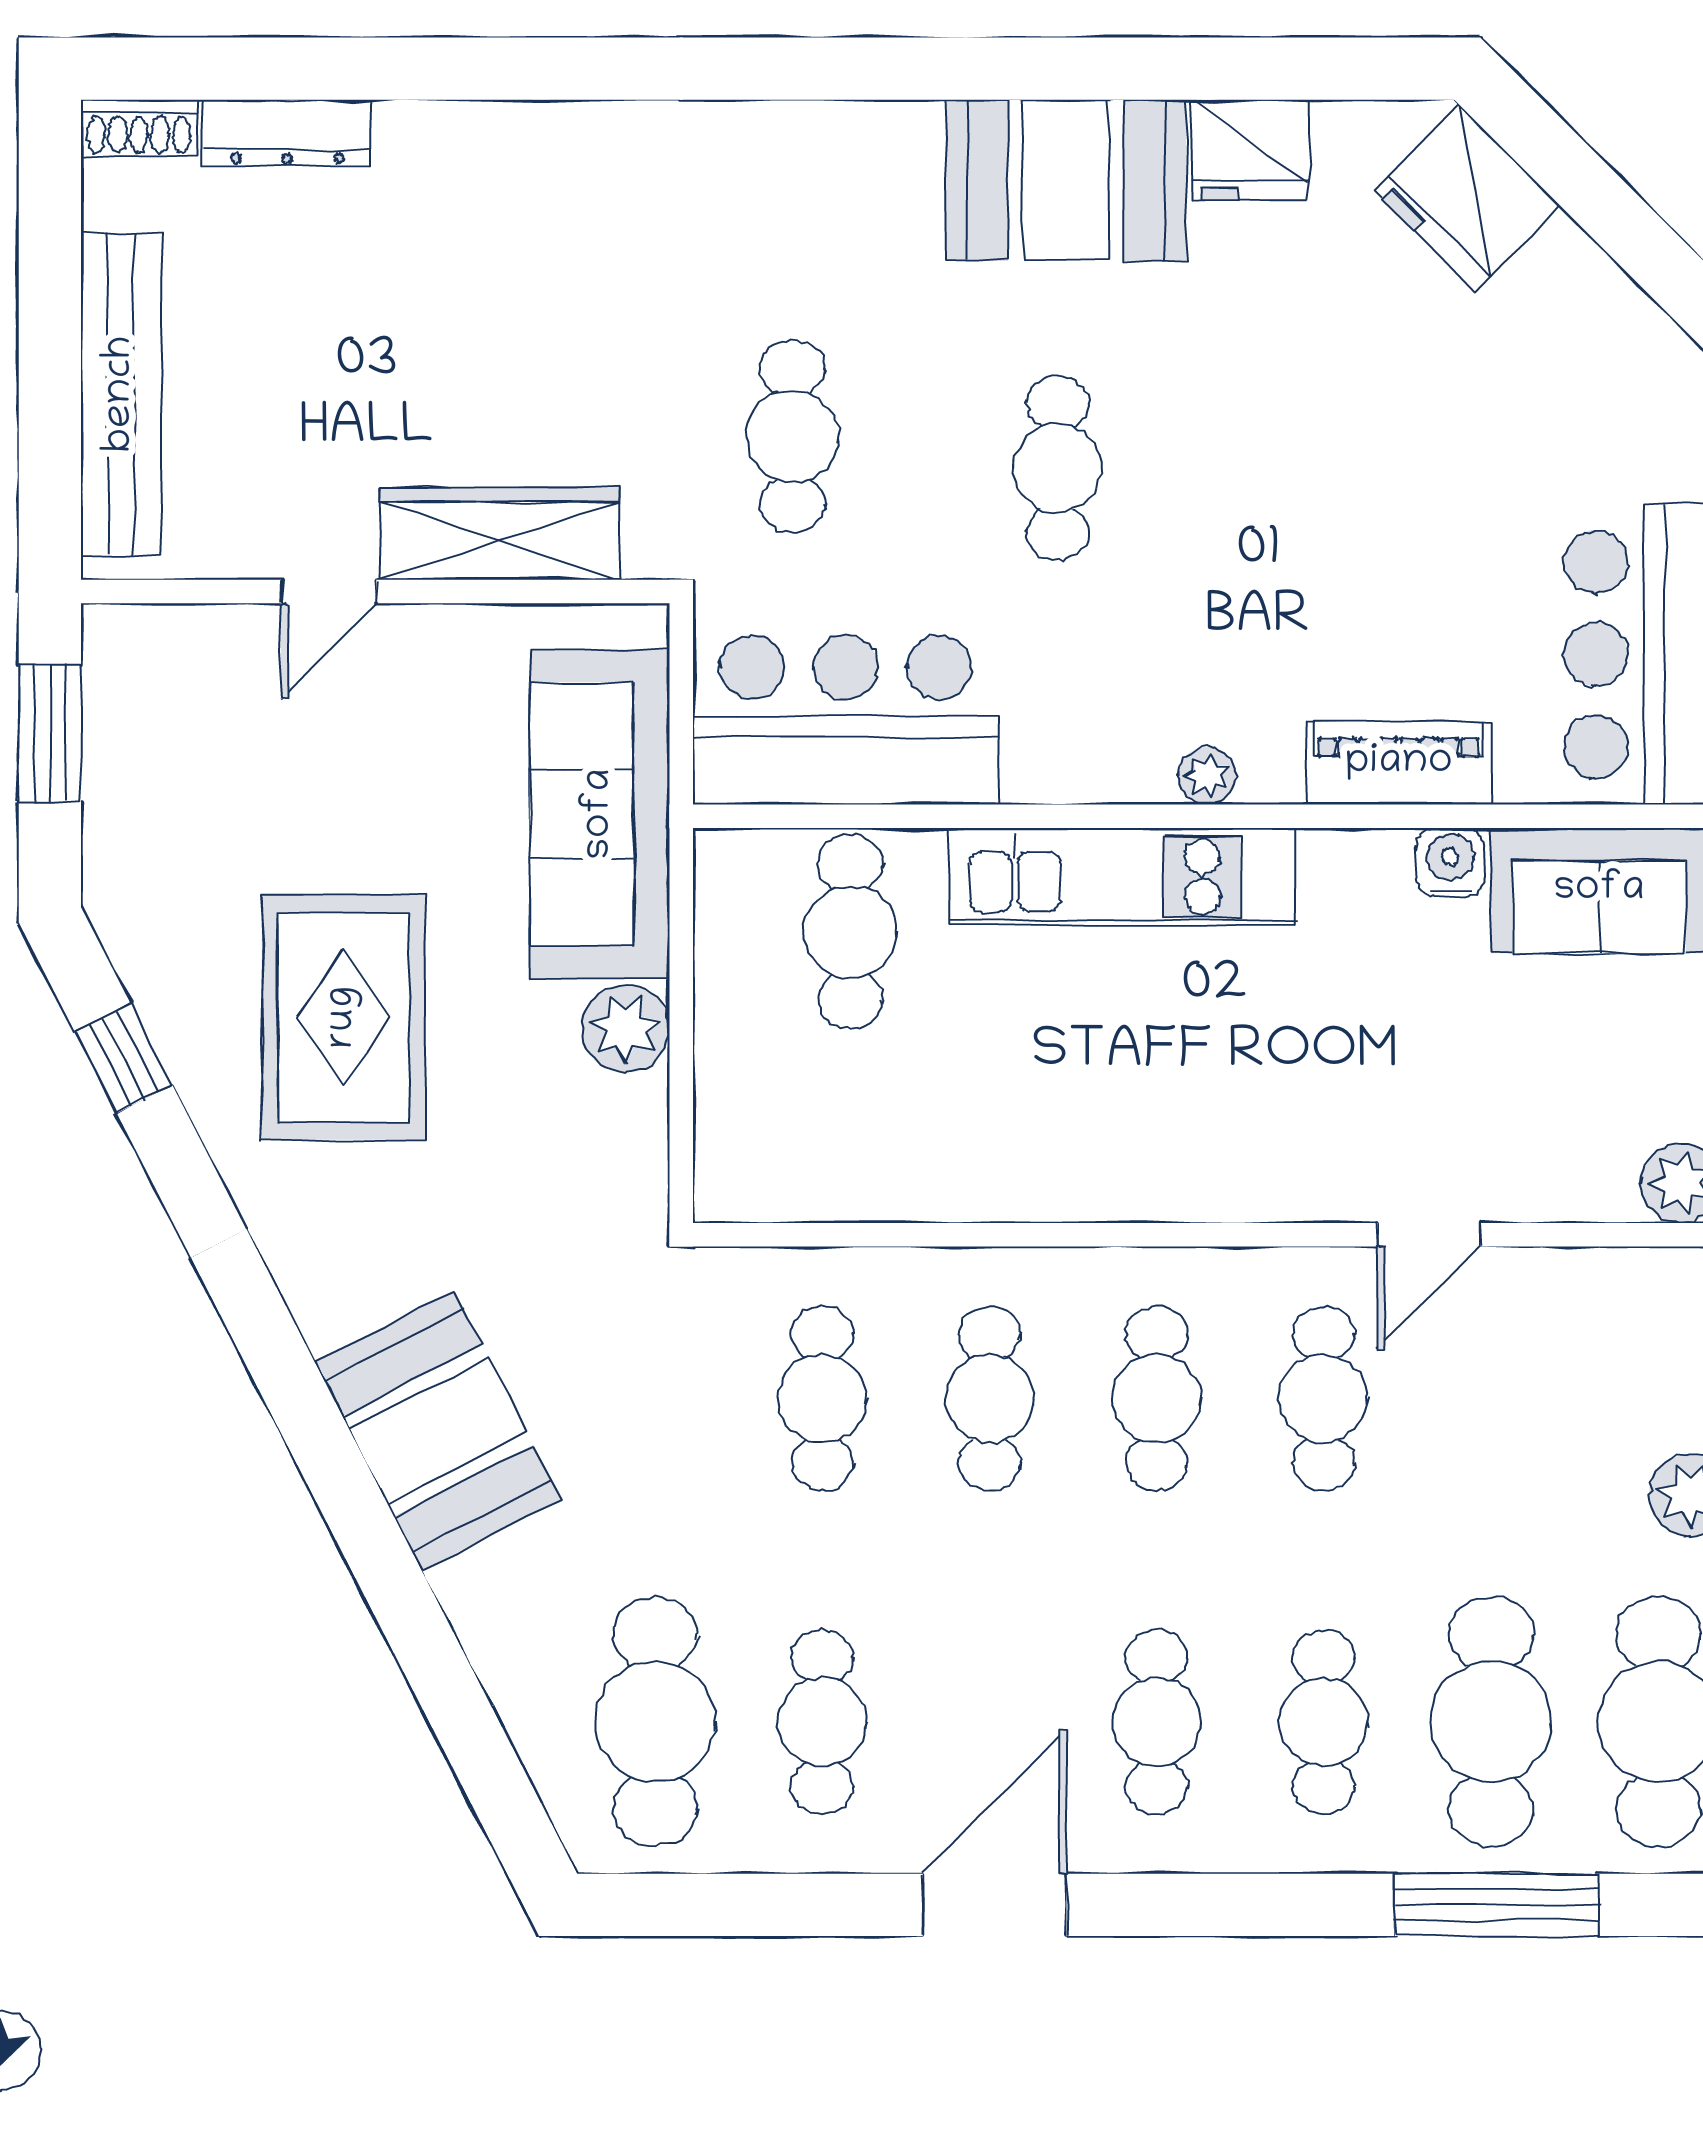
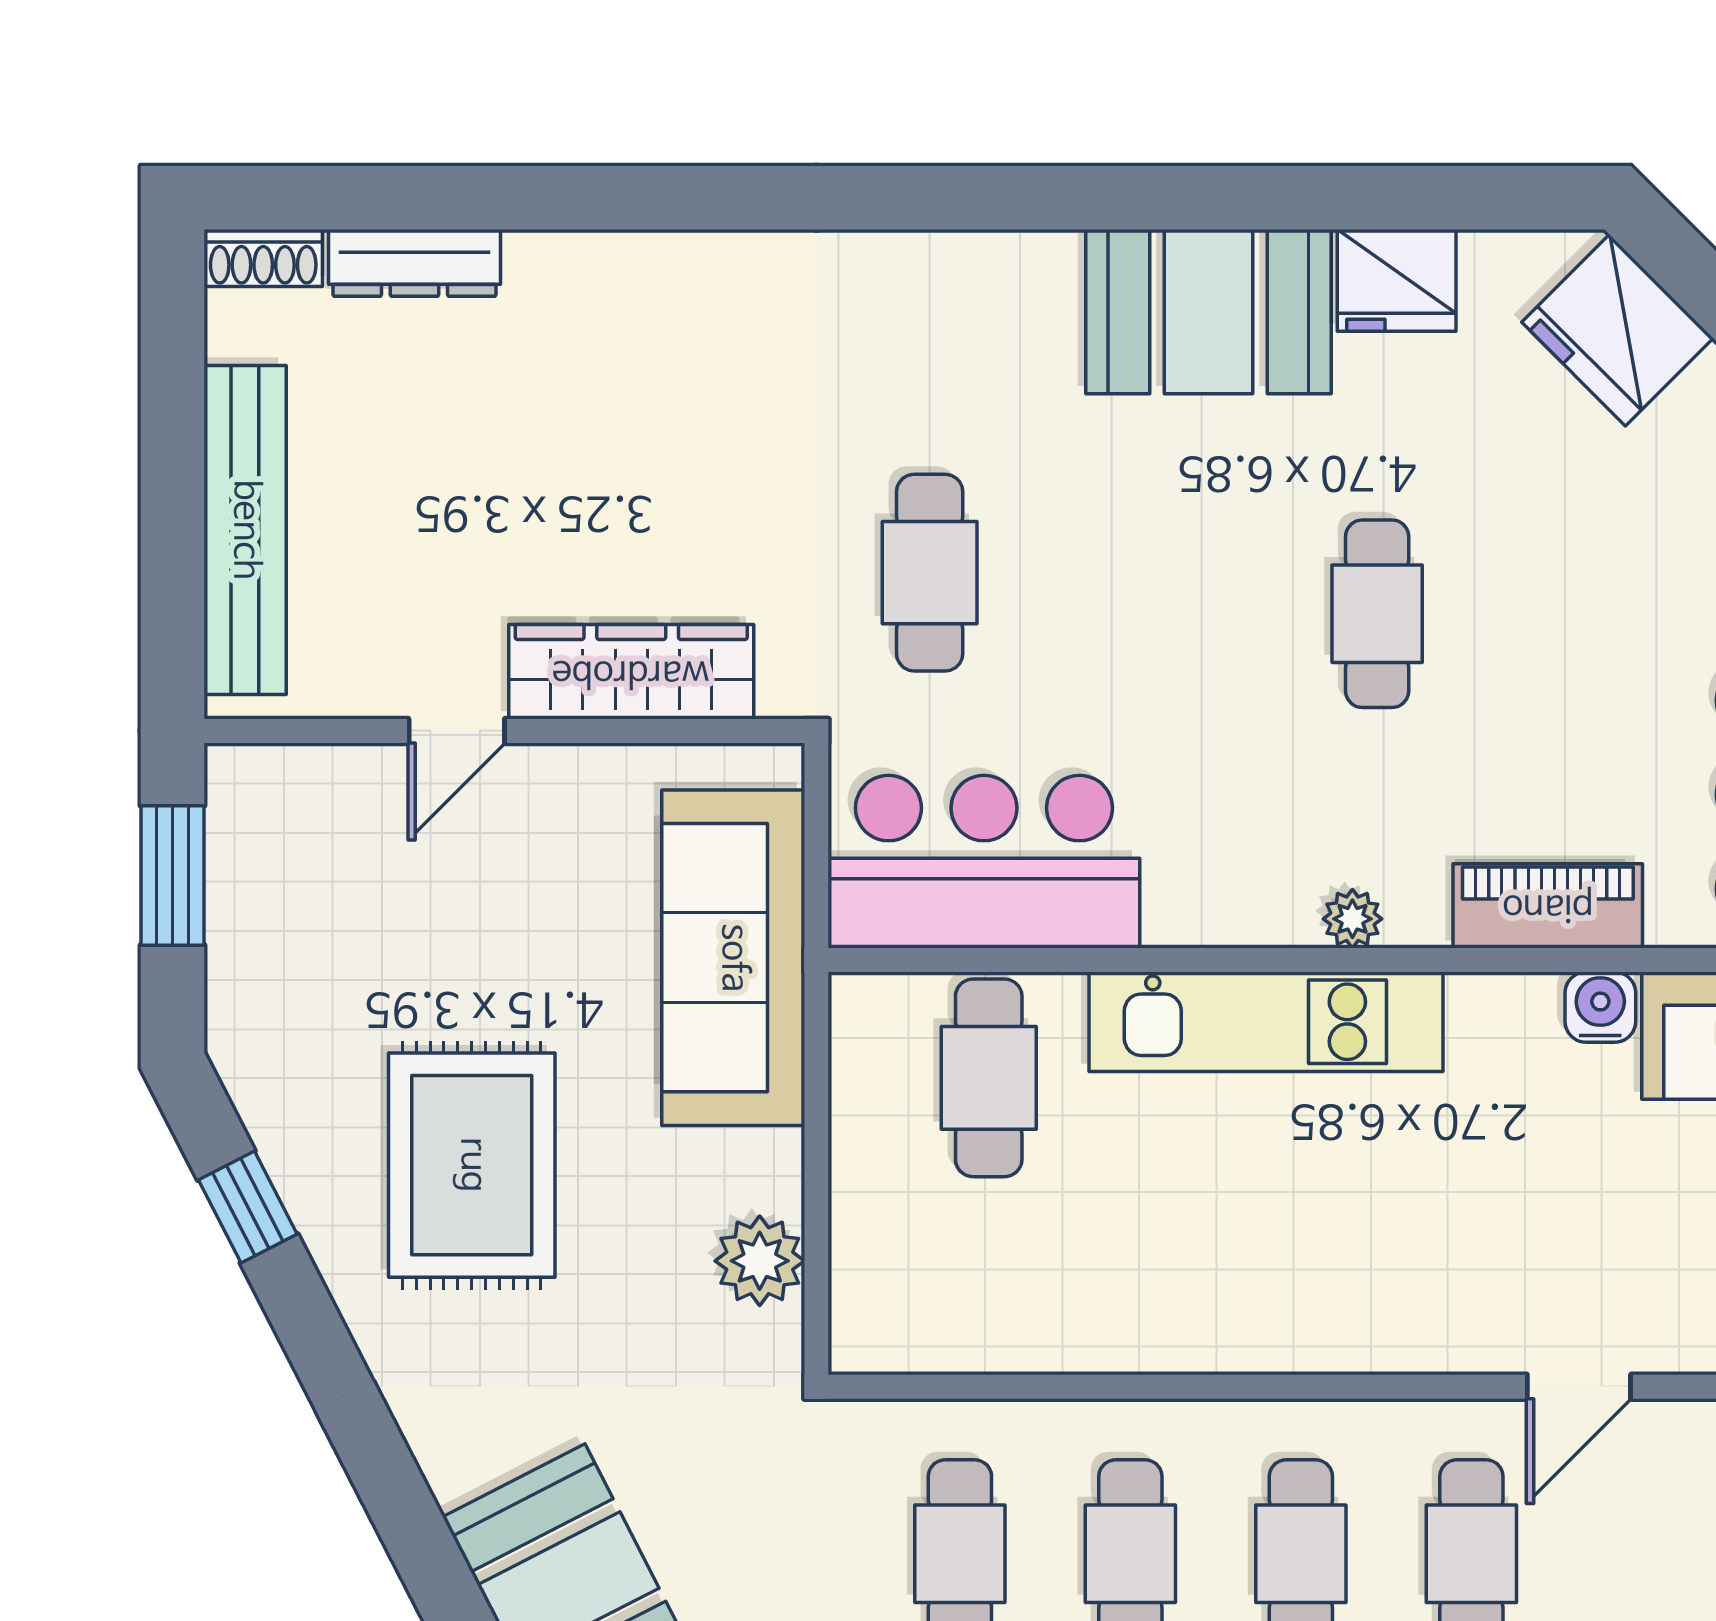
cafe table: (1057, 468) -> (1377, 614), moved
plant: (626, 1029) -> (760, 1261), moved

